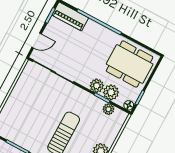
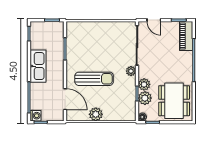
plant: (108, 109) -> (131, 71), moved

